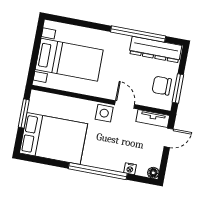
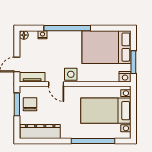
window: (138, 34) -> (93, 141), moved
chair: (162, 86) -> (30, 104), turned -90
nightstand: (38, 97) -> (125, 77), added

